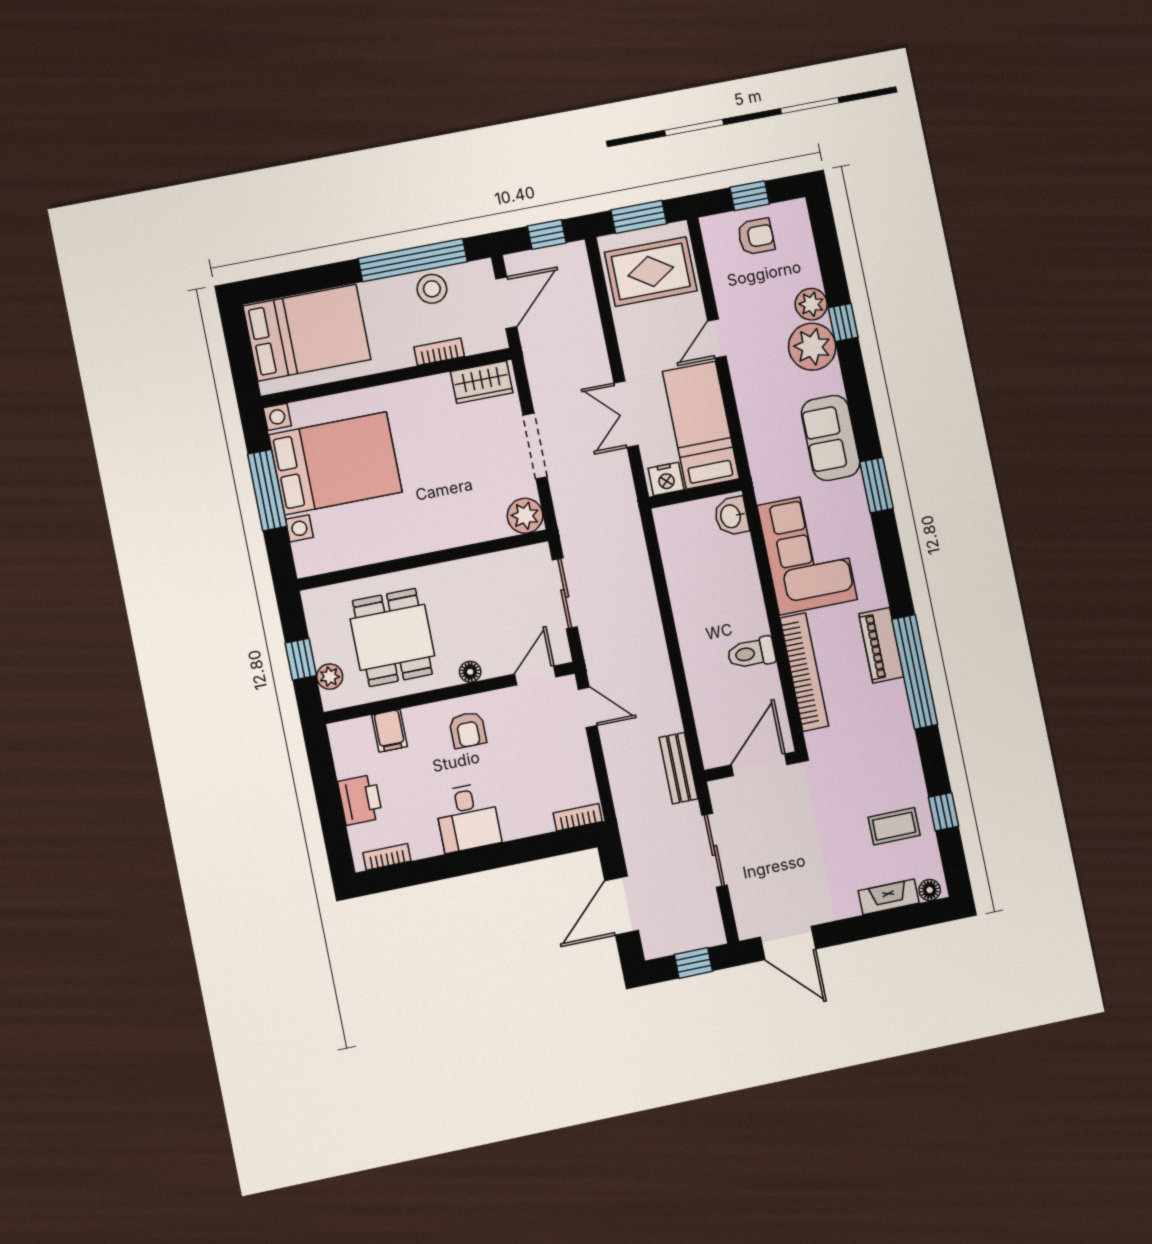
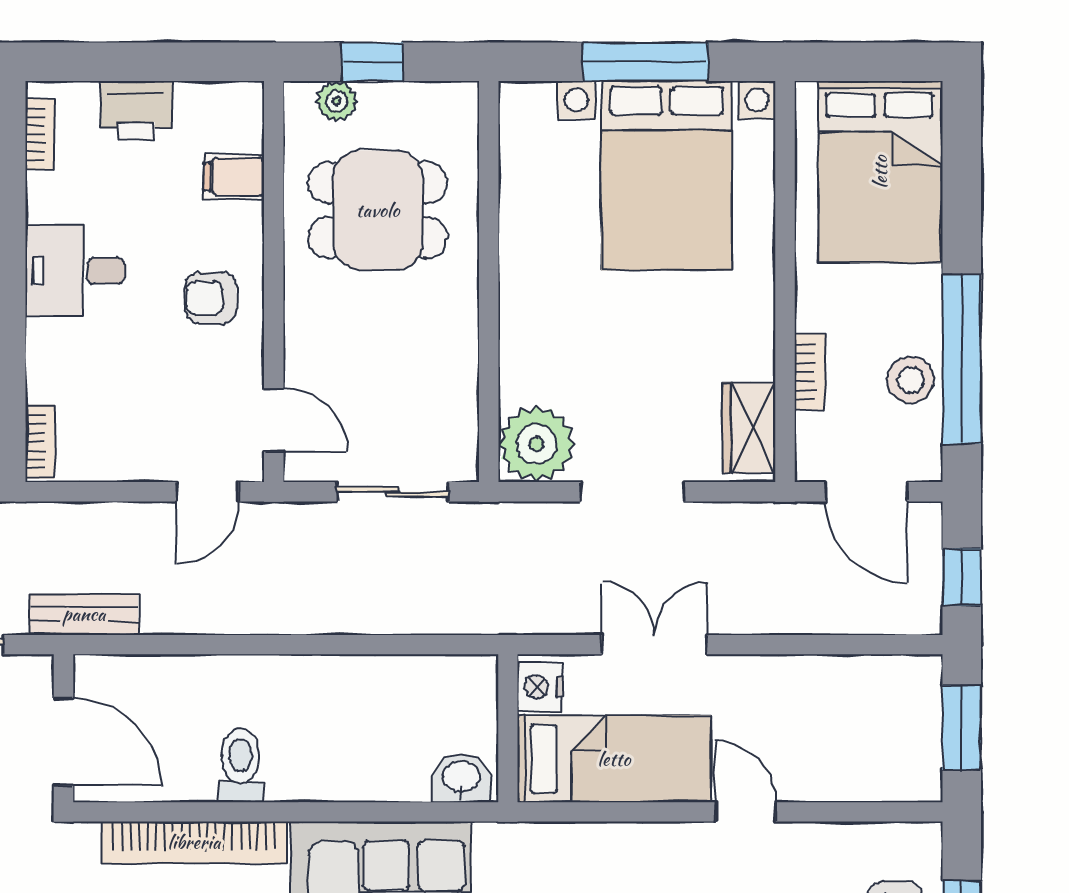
rug: (651, 271) -> (872, 729), removed
plant: (525, 516) -> (536, 444), width x1.36, depth x1.36
floor lamp: (470, 672) -> (300, 320), removed

